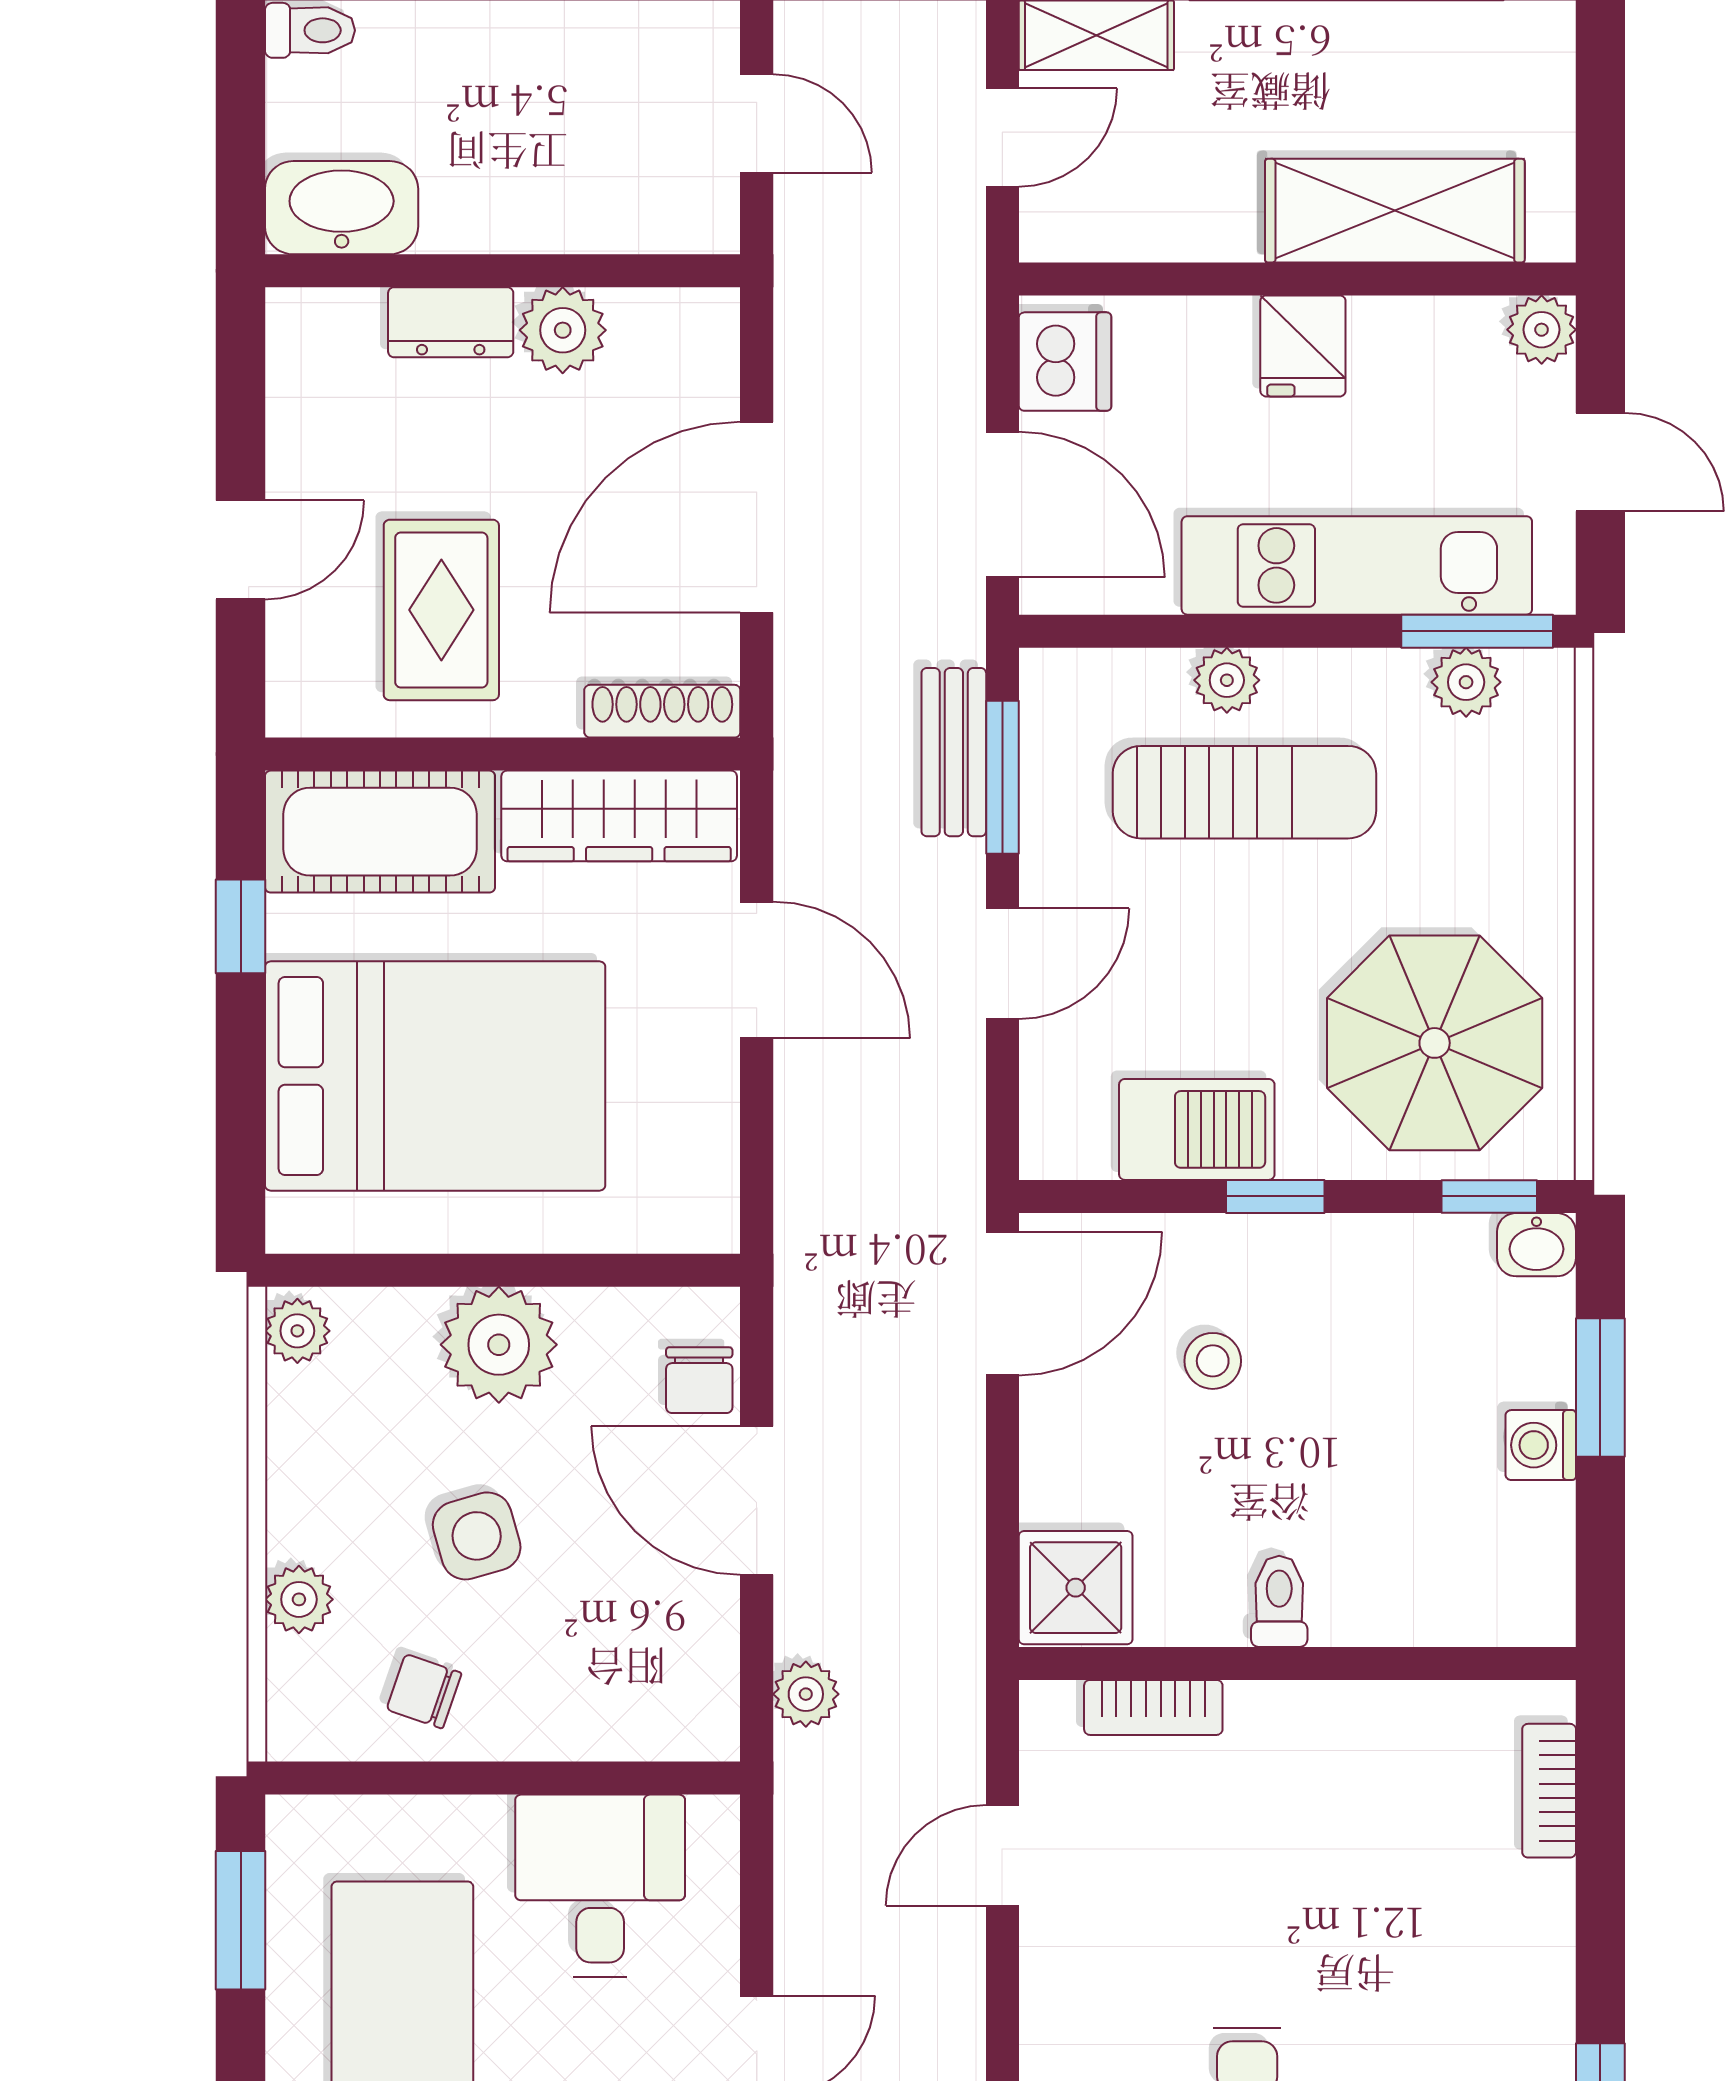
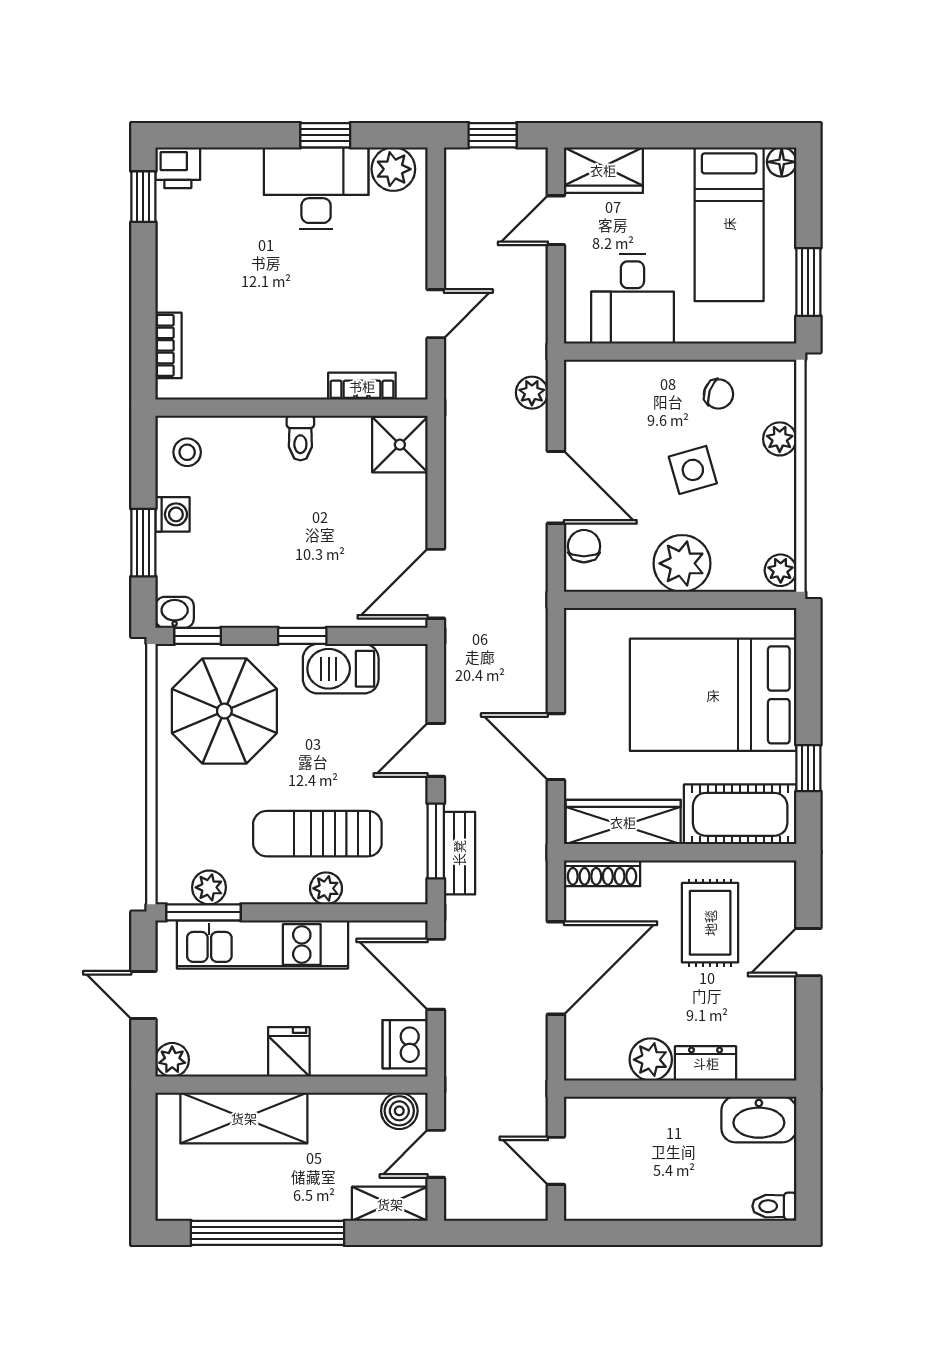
boiler: (1077, 225) -> (399, 1111), added
stool: (1213, 1361) -> (187, 452), moved

